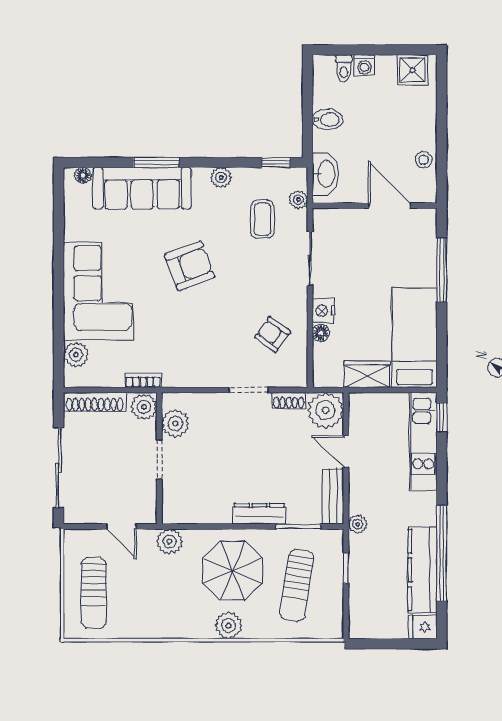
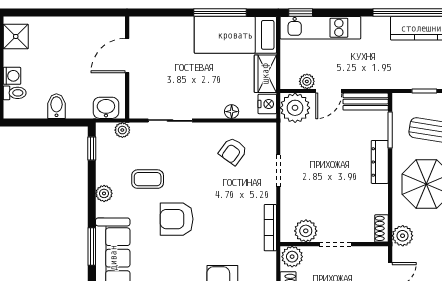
stool: (424, 160) -> (89, 27), removed
washbasin: (325, 174) -> (106, 108), width x0.72
coffee table: (262, 219) -> (148, 179), moved
armchair: (190, 266) -> (177, 219), turned -69
window: (442, 270) -> (220, 12), moved
nightstand: (323, 311) -> (267, 104), moved, turned -90
bookcase: (143, 380) -> (270, 228), moved, width x1.56
shoe rack: (289, 400) -> (382, 228), moved, turned 180
plant: (358, 524) -> (307, 81), moved

